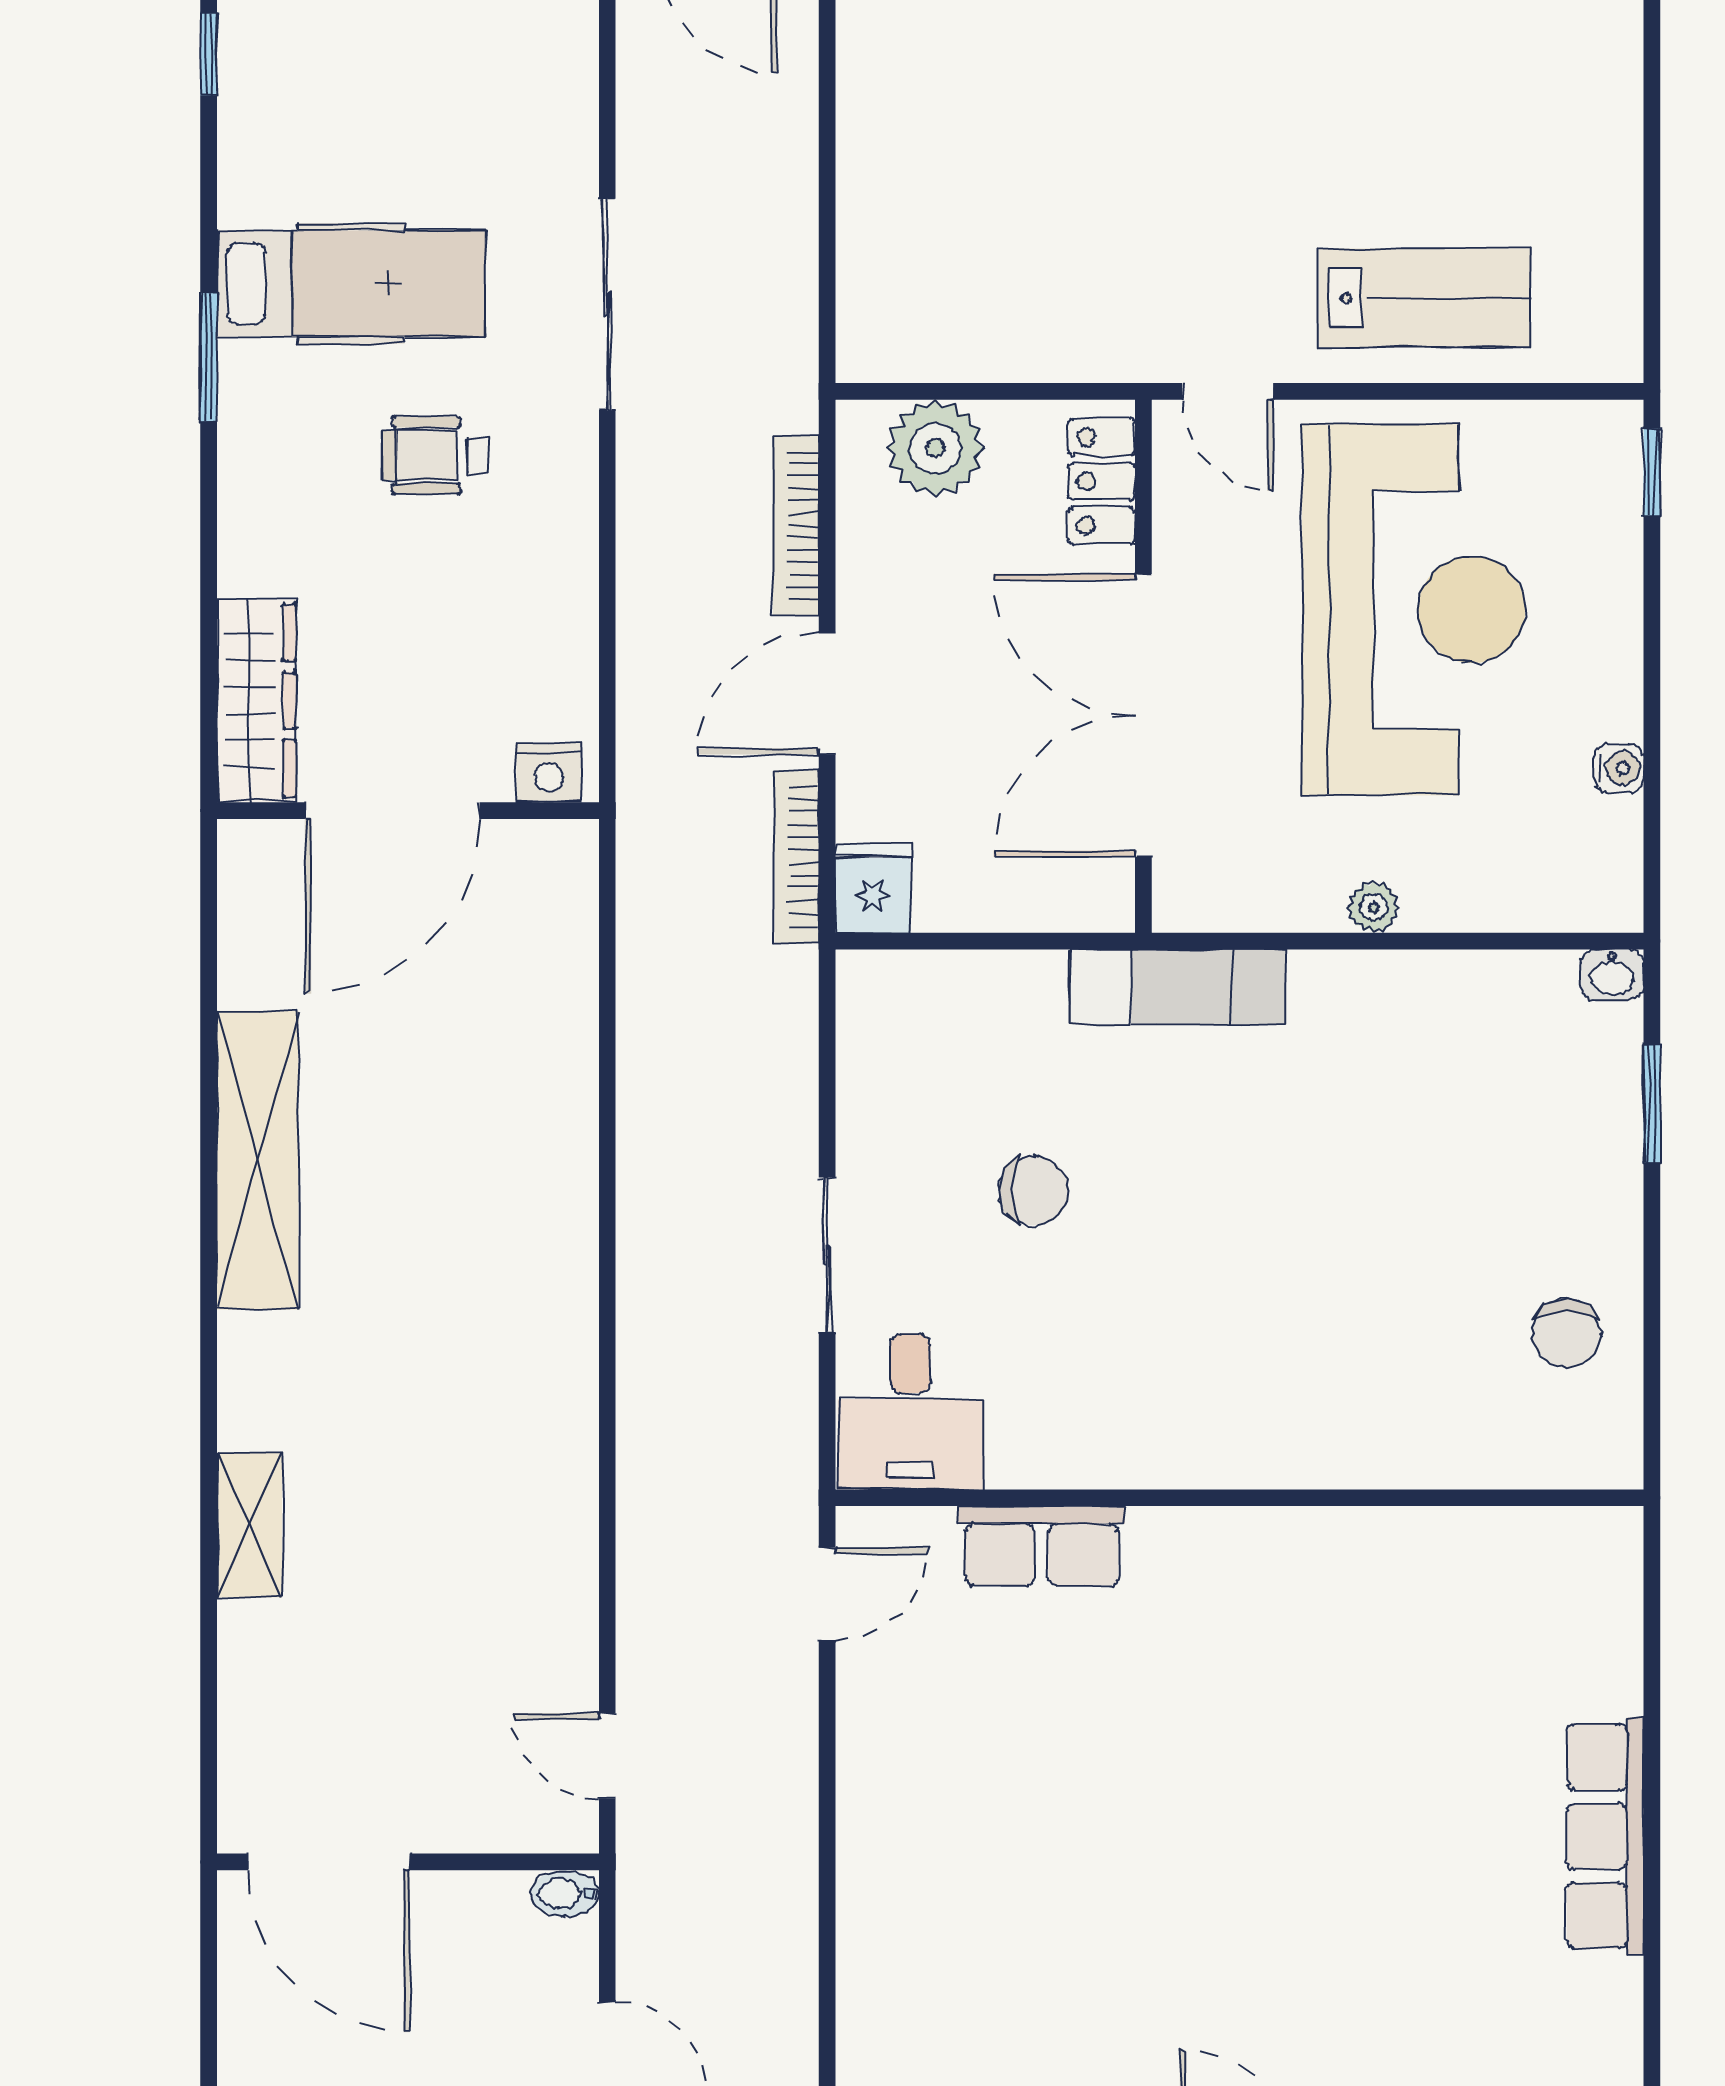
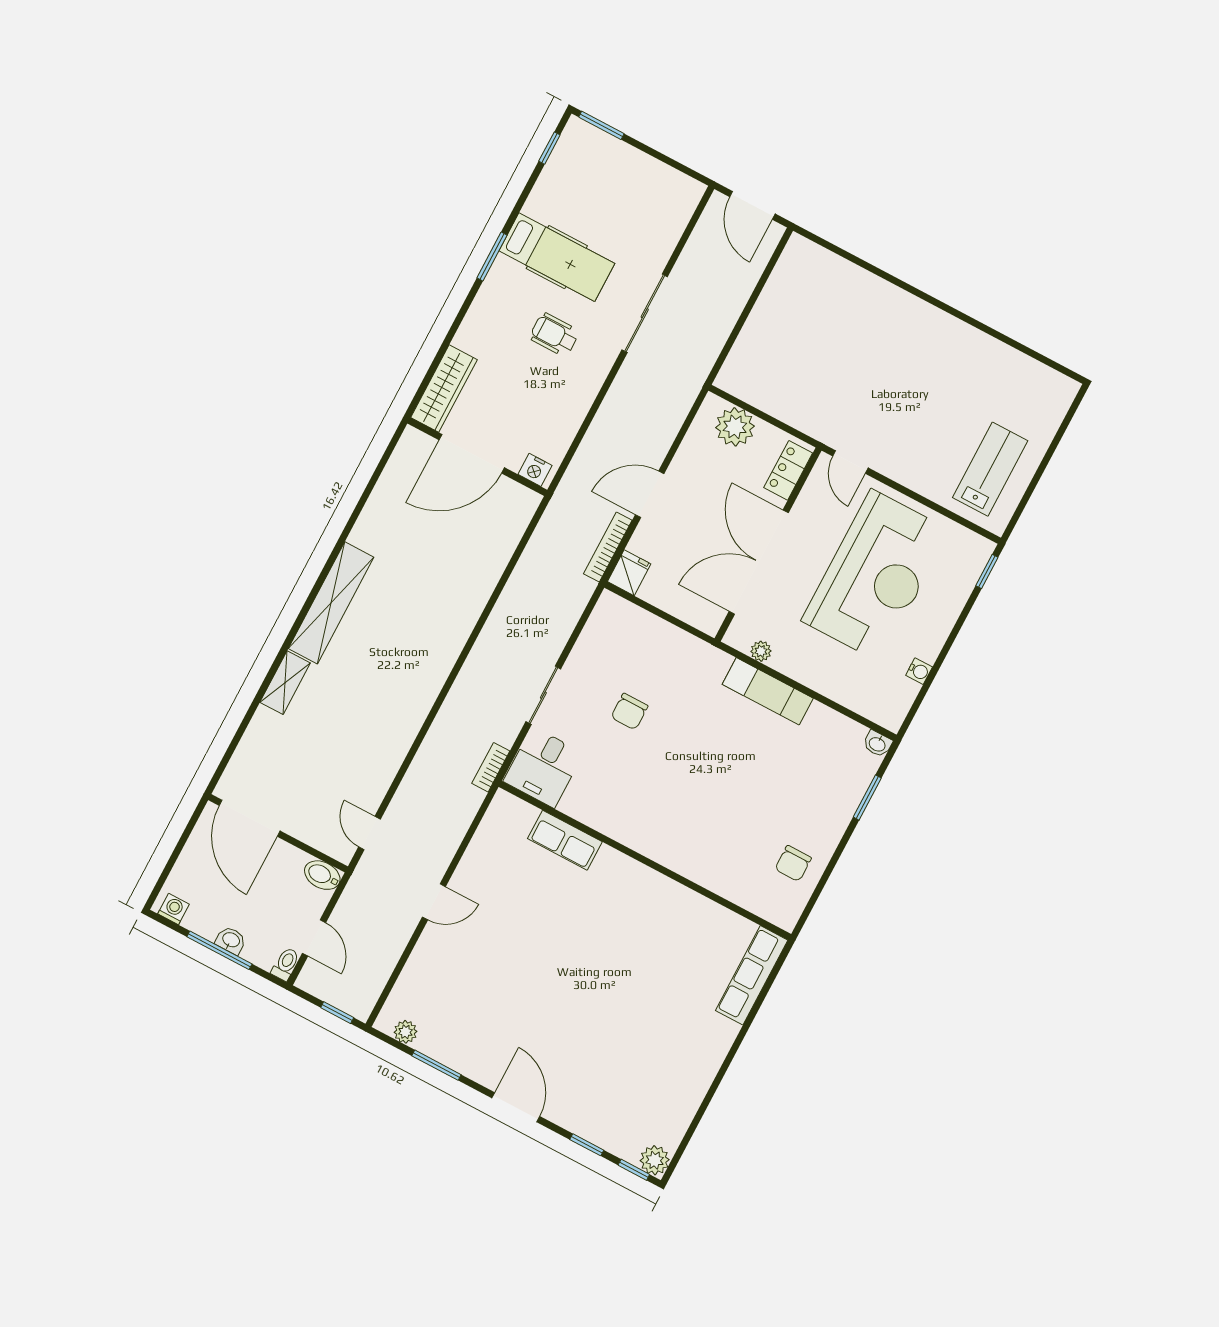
lab bench: (1424, 298) -> (990, 469), moved, turned -90
bookcase: (796, 525) -> (491, 767), moved, width x0.64
plant: (1373, 907) -> (761, 651), moved
exam couch: (1178, 987) -> (768, 691), moved
shelving: (258, 1160) -> (331, 603), moved
chair: (1034, 1191) -> (629, 712), turned 90
door: (827, 1594) -> (434, 902), moved
row of seats: (1605, 1836) -> (752, 975), moved
bidet: (565, 1893) -> (322, 875), width x1.38, depth x1.36

